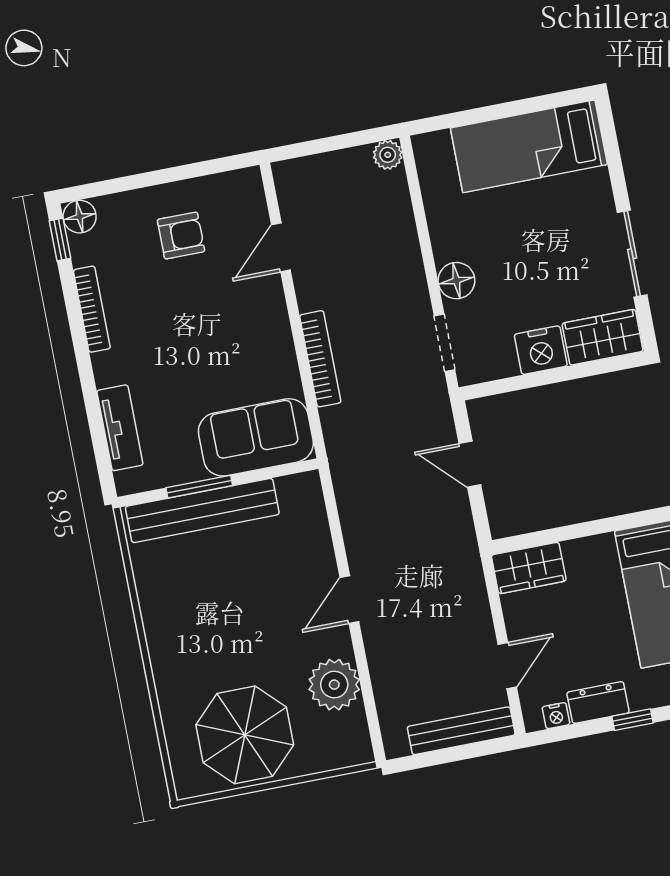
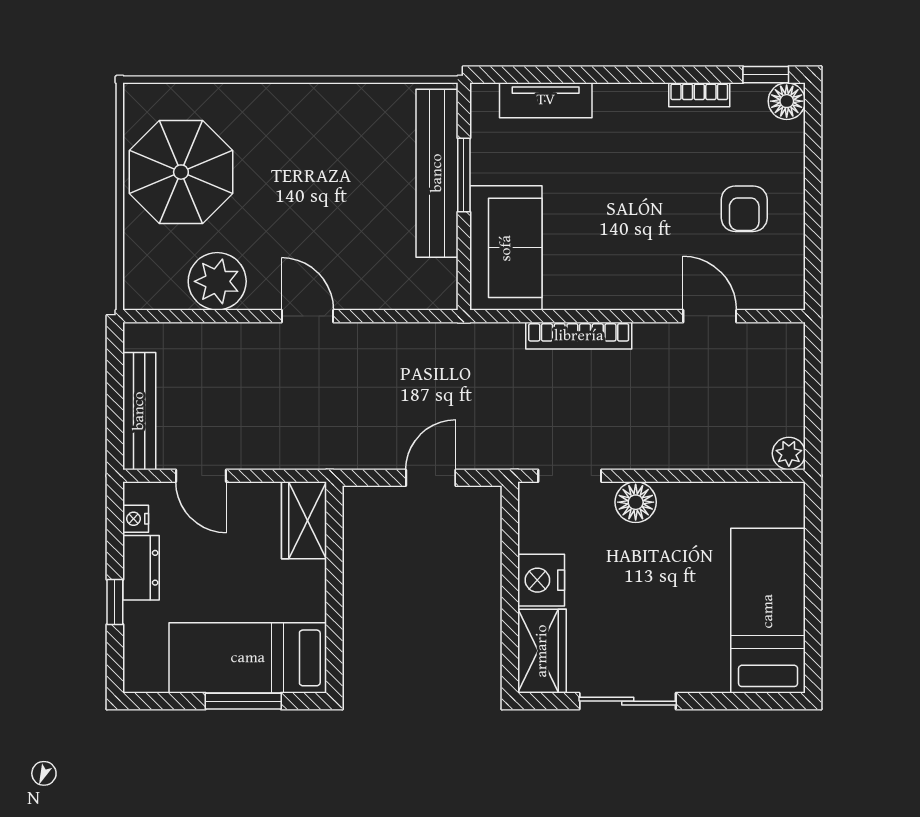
bookcase: (92, 309) -> (699, 95), width x0.64

